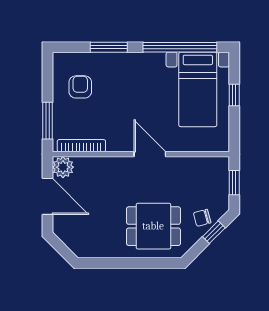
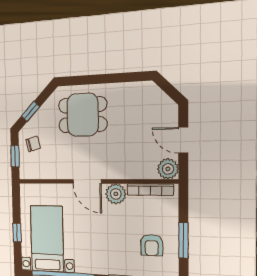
window: (47, 121) -> (183, 240), moved
plant: (118, 141) -> (116, 194), added
door: (47, 196) -> (183, 140), width x0.73
chair: (202, 218) -> (33, 144), moved

